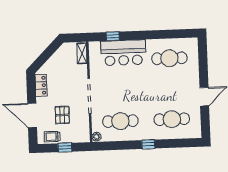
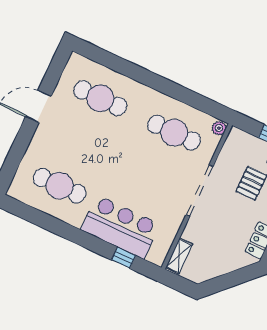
window: (148, 144) -> (152, 80), removed

